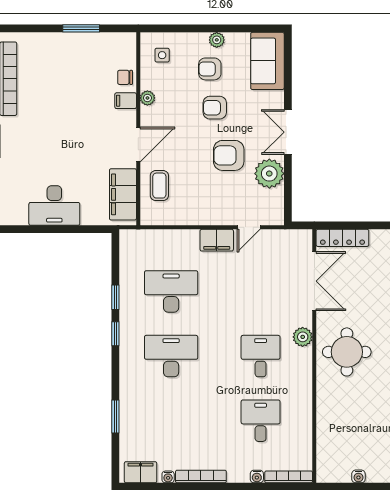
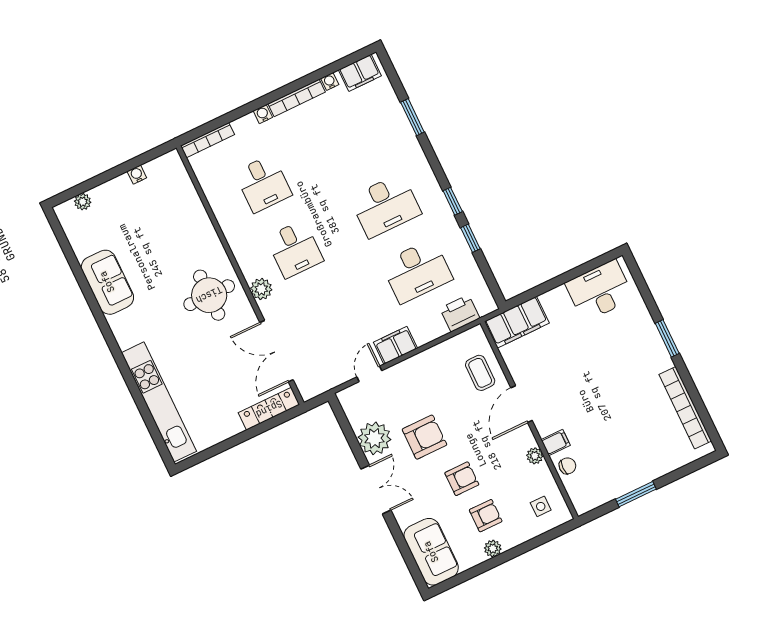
filing cabinet: (123, 194) -> (517, 322), moved, turned 90
desk: (54, 205) -> (600, 291), moved
printer: (153, 241) -> (460, 313), added
water cooler: (257, 477) -> (263, 114), moved

